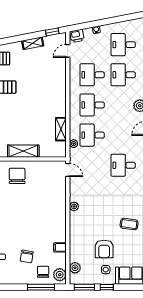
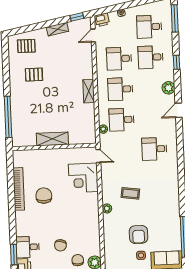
shelving: (61, 129) -> (89, 91), moved
chair: (17, 176) -> (44, 196), moved
corner desk: (52, 191) -> (83, 178), added
plant: (74, 206) -> (107, 208), moved
coffee table: (129, 224) -> (130, 193), moved
filing cabinet: (60, 247) -> (94, 235), removed
plant: (75, 268) -> (110, 255), removed

